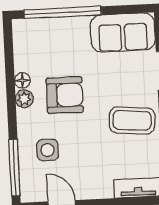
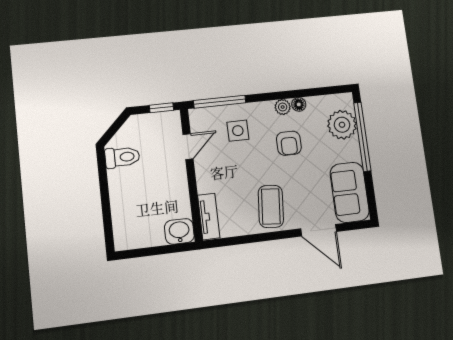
plant: (48, 34) -> (342, 125), added
armchair: (65, 95) -> (289, 143), width x0.72, depth x0.72

